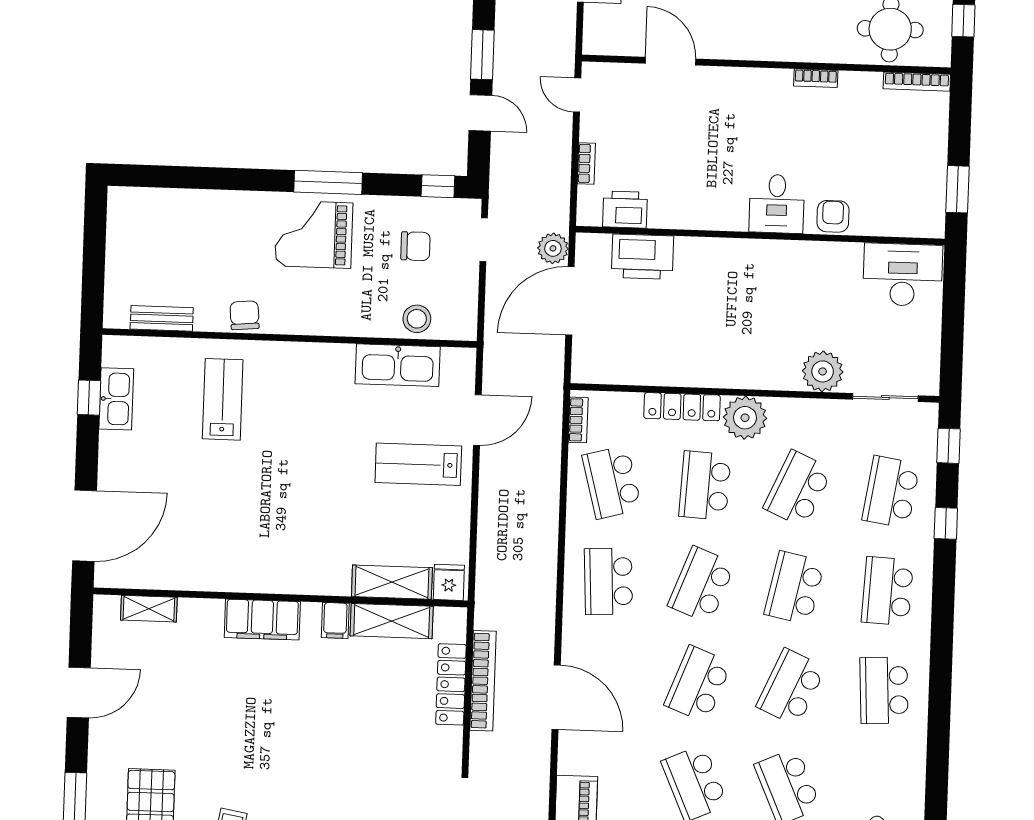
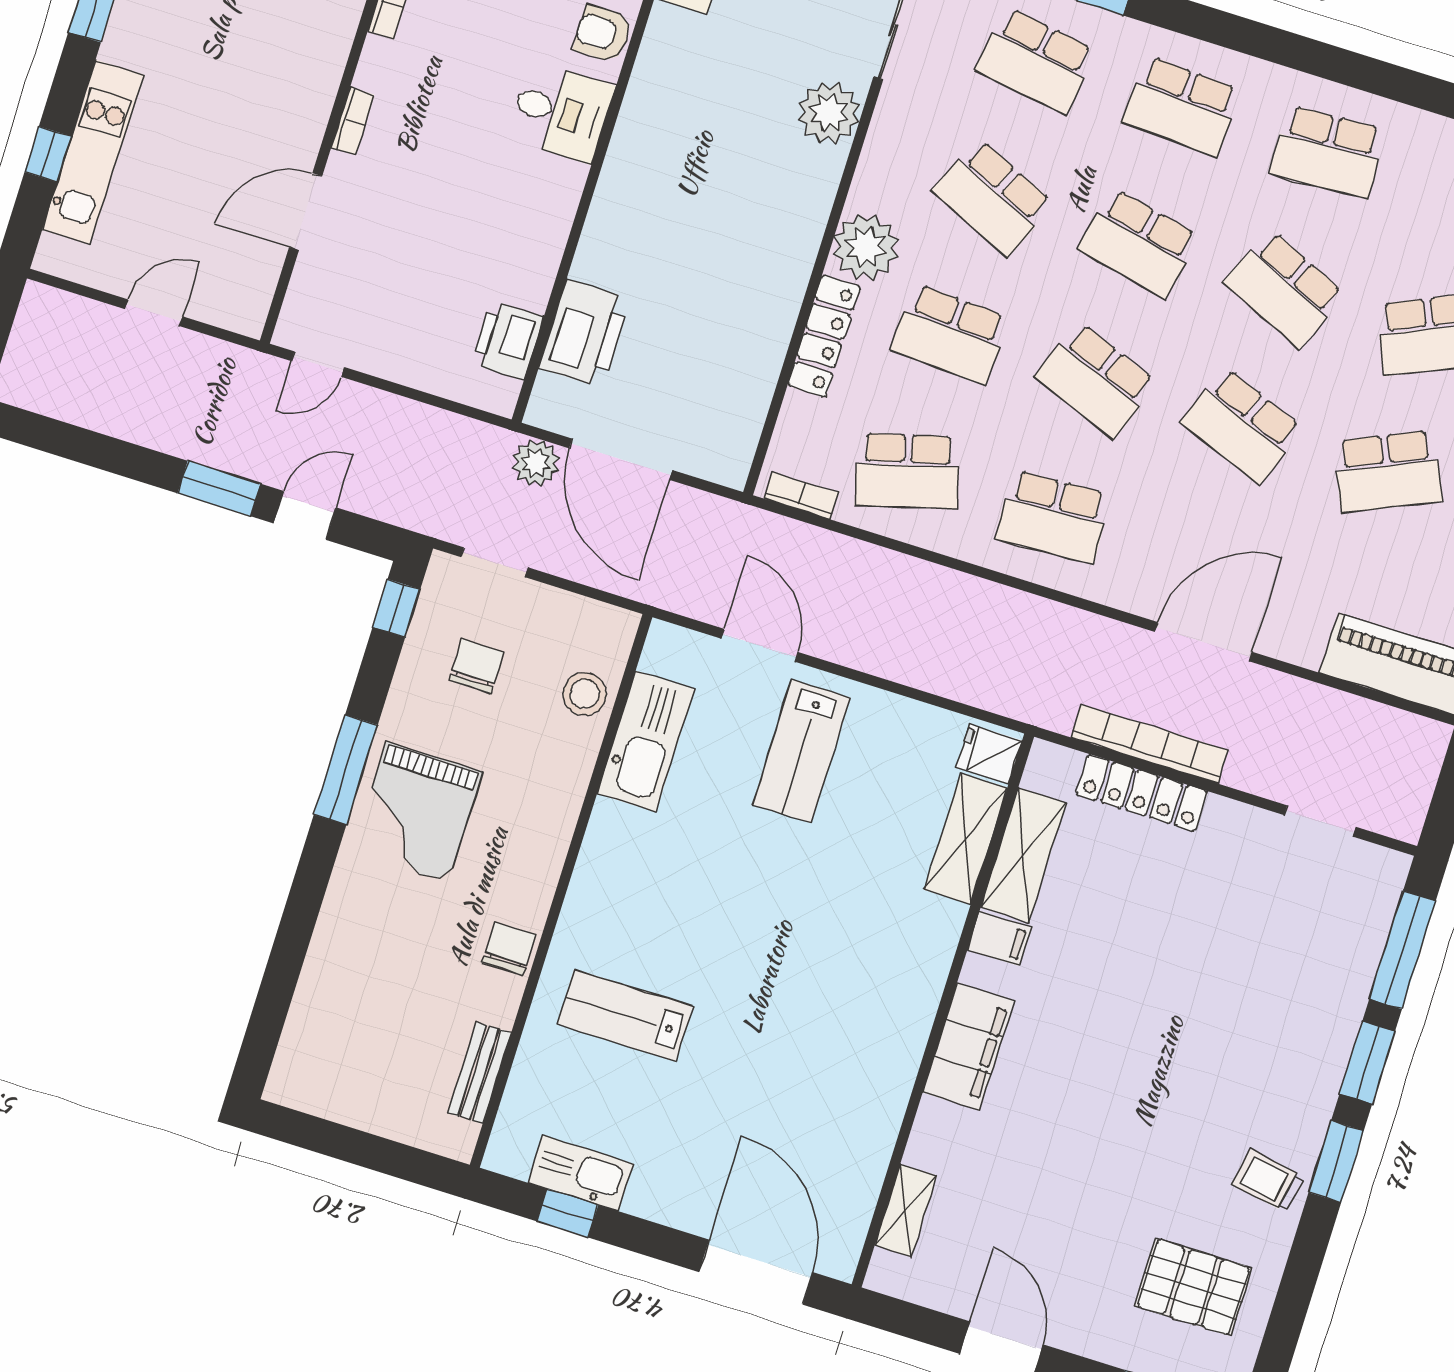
bookcase: (586, 163) -> (353, 121), moved, turned 90
chair: (245, 315) -> (509, 948), turned 95

